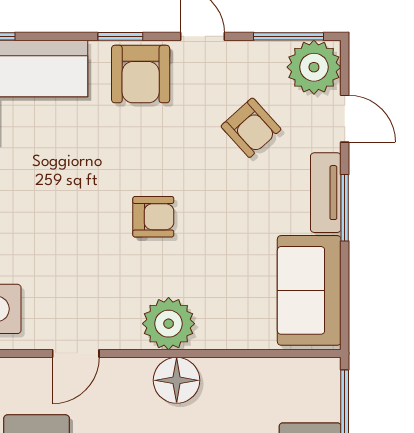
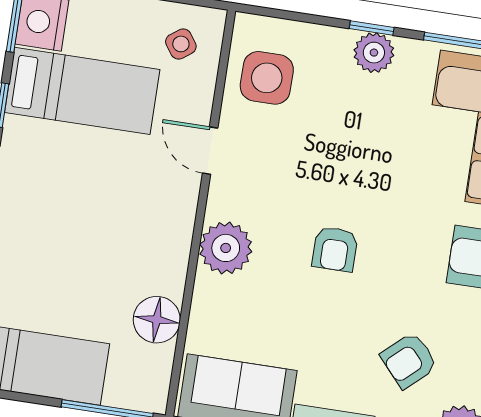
floor lamp: (177, 380) -> (157, 320), moved

